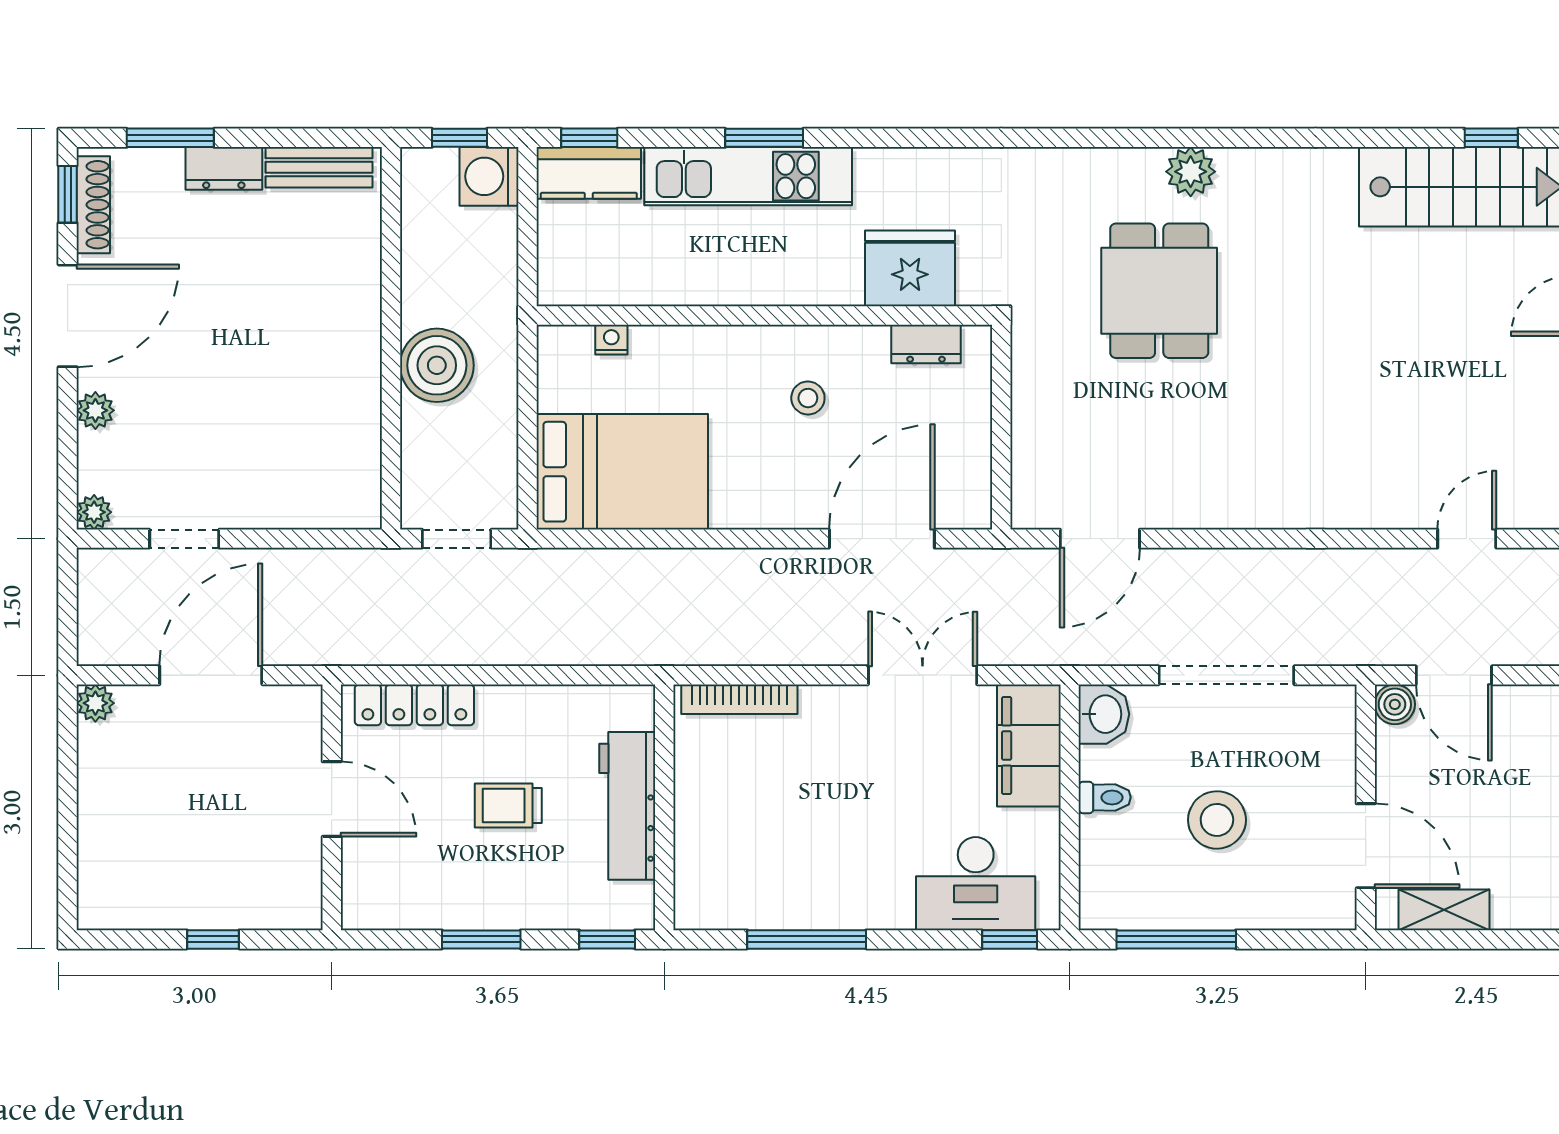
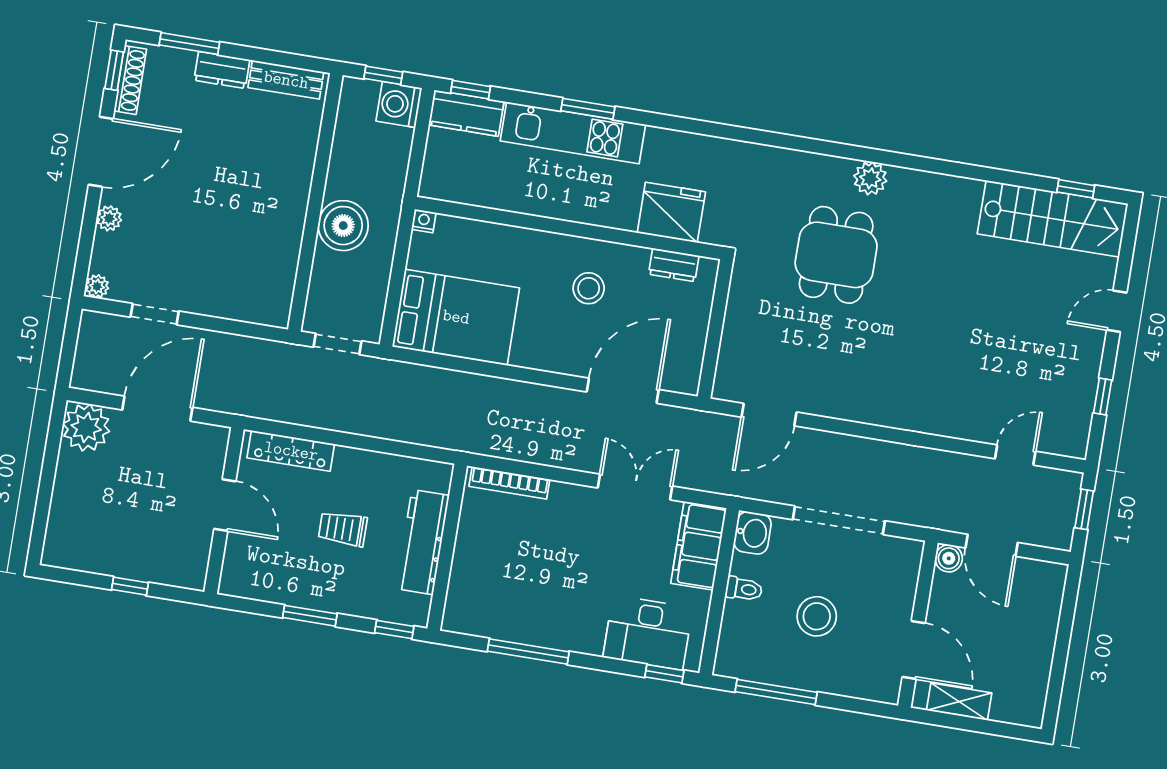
nightstand: (611, 340) -> (424, 221), moved
stool: (808, 398) -> (589, 288), width x1.37, depth x1.37
plant: (95, 703) -> (86, 428), width x1.88, depth x1.88

